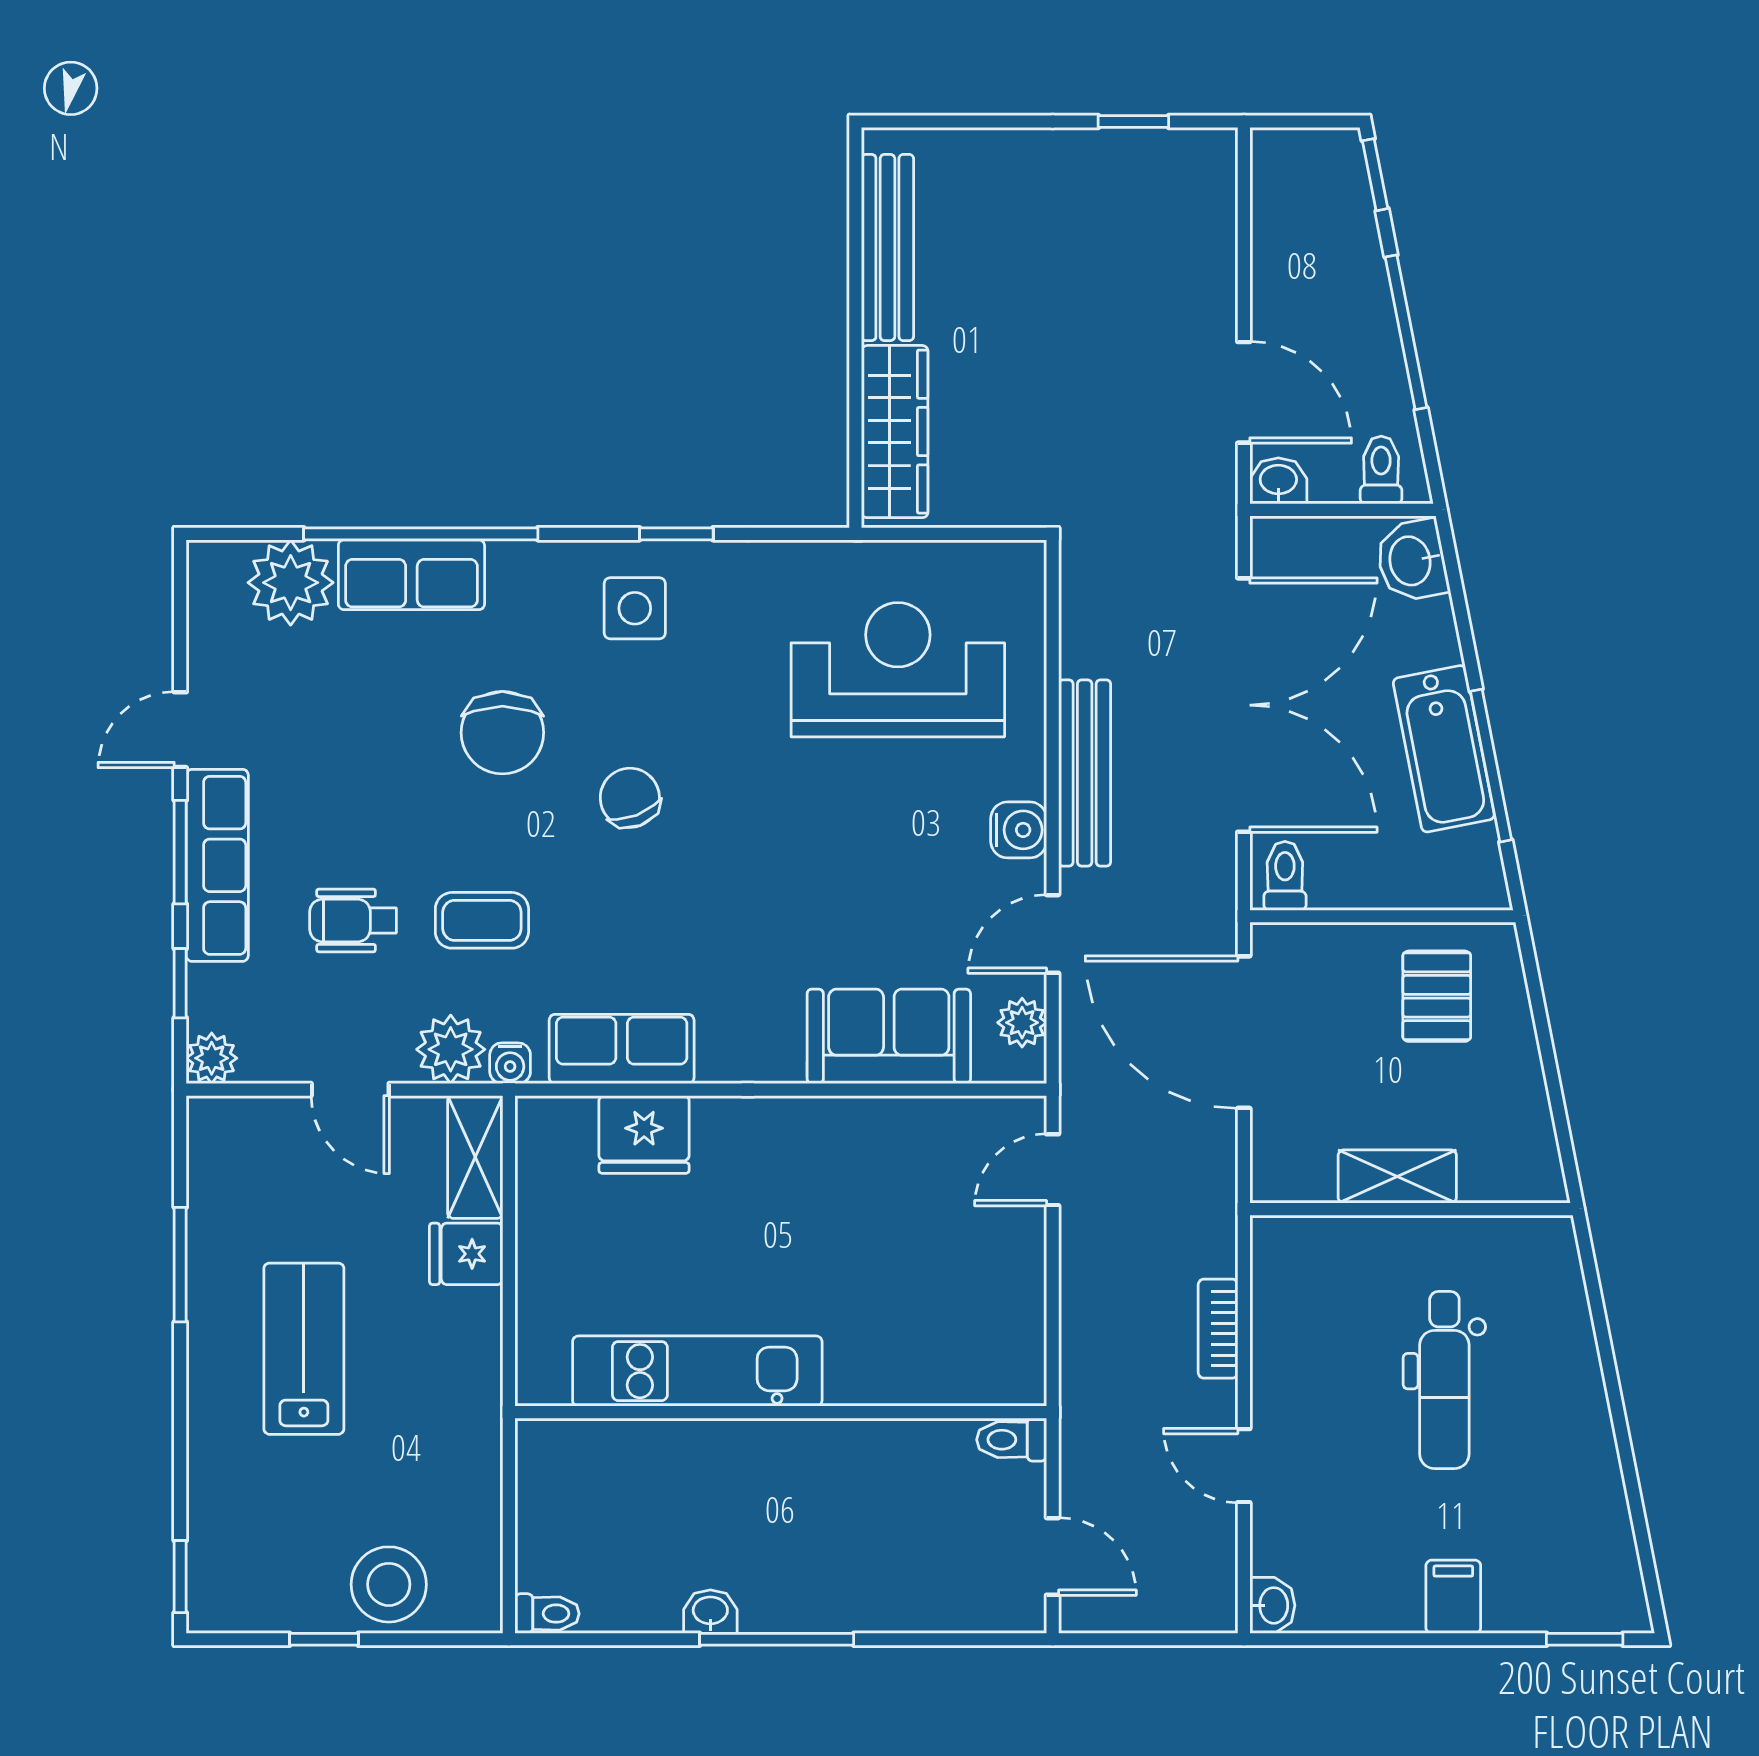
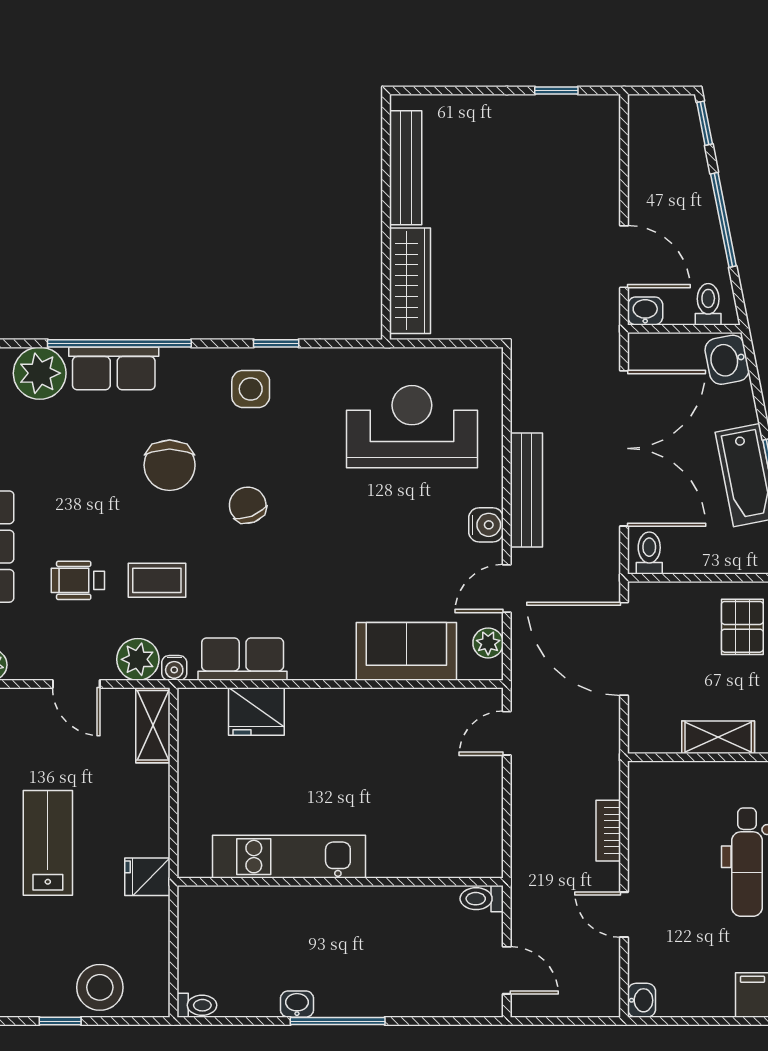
fridge: (466, 1254) -> (147, 877), moved

